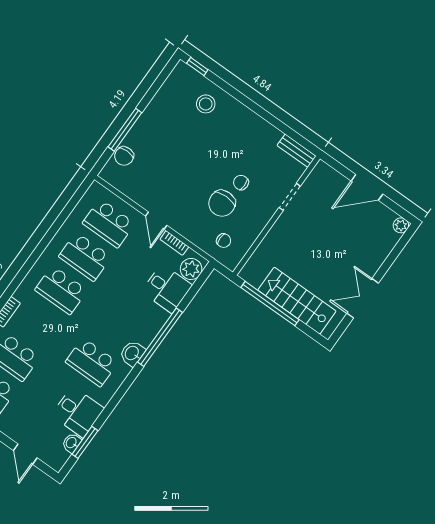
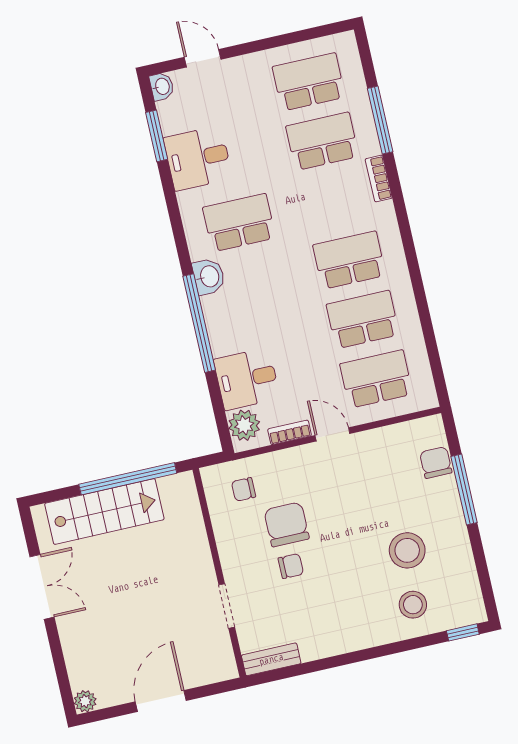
stool: (181, 131) -> (407, 550), added
washbasin: (71, 443) -> (162, 86), moved

